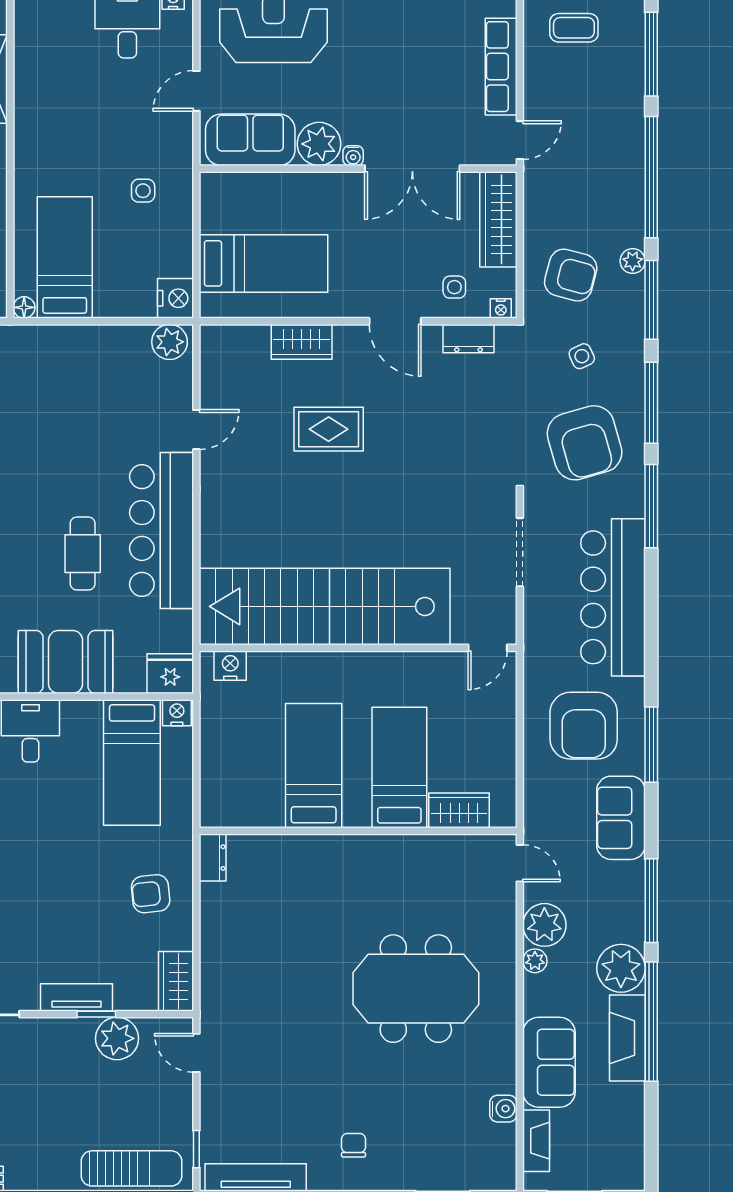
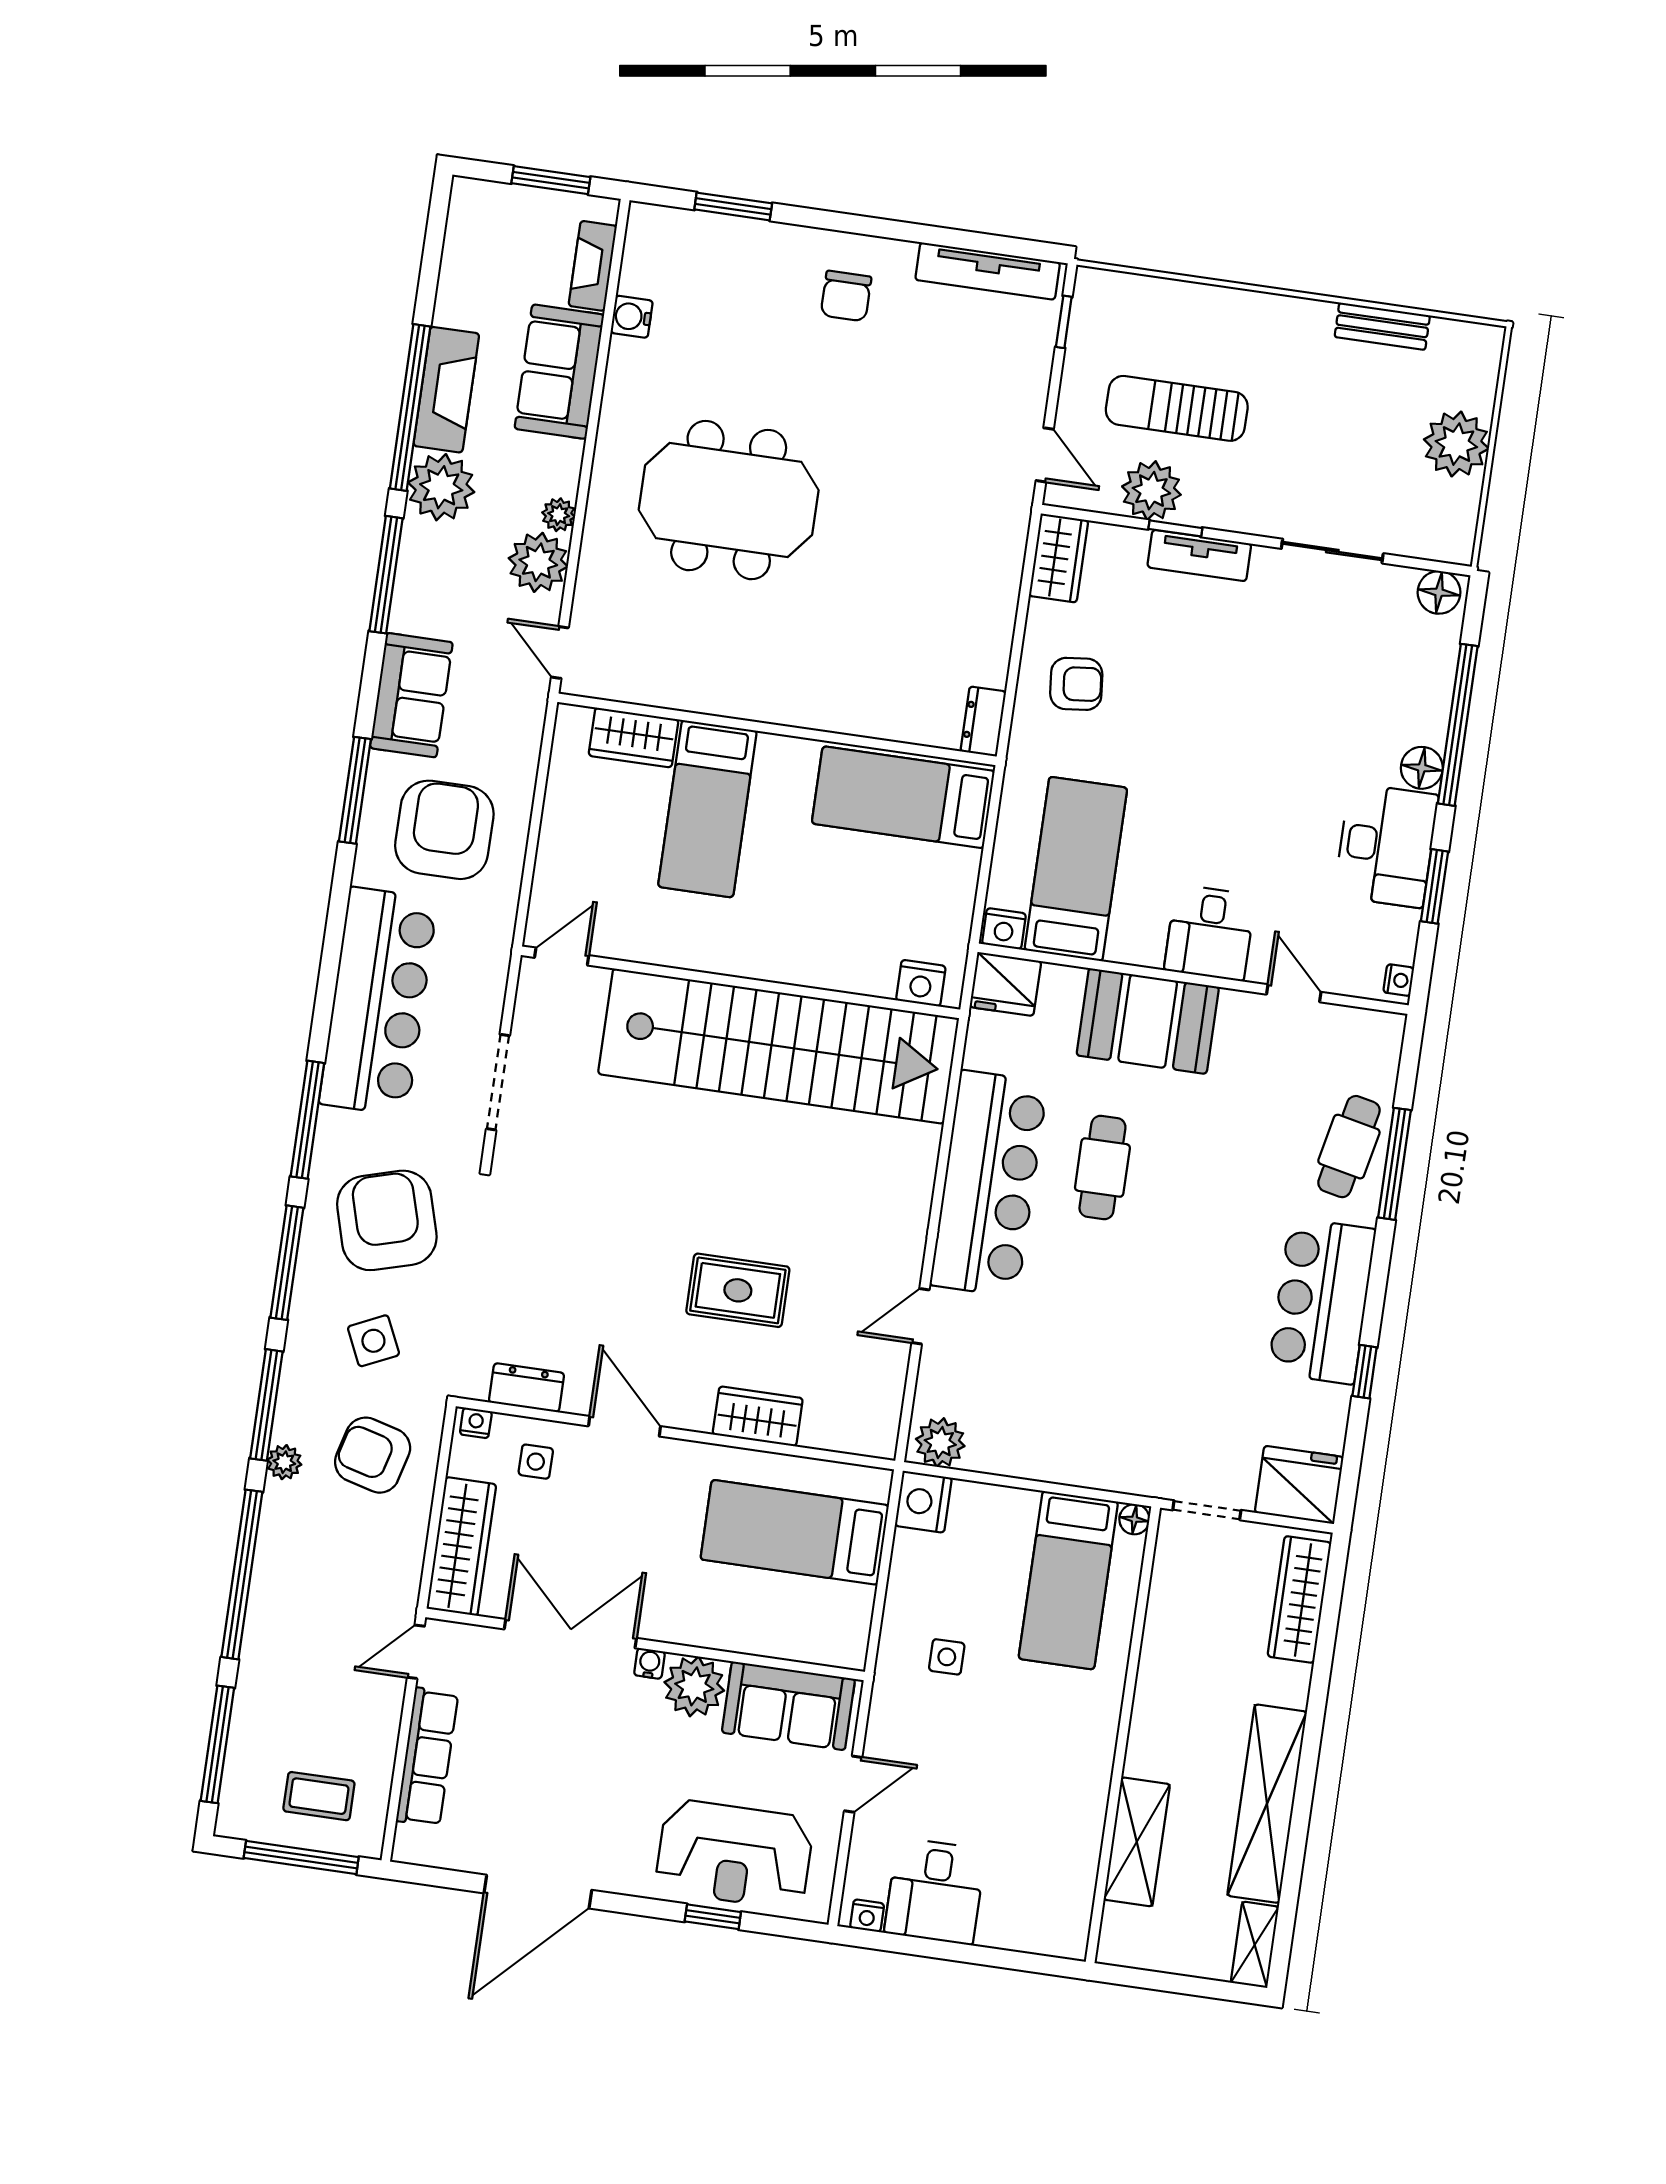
side table: (582, 356) -> (373, 1341), width x1.37, depth x1.37
bed: (314, 766) -> (903, 797), moved, turned 90
chair: (353, 1145) -> (846, 296), width x1.37, depth x1.37
sun lounger: (131, 1168) -> (1177, 408), moved

